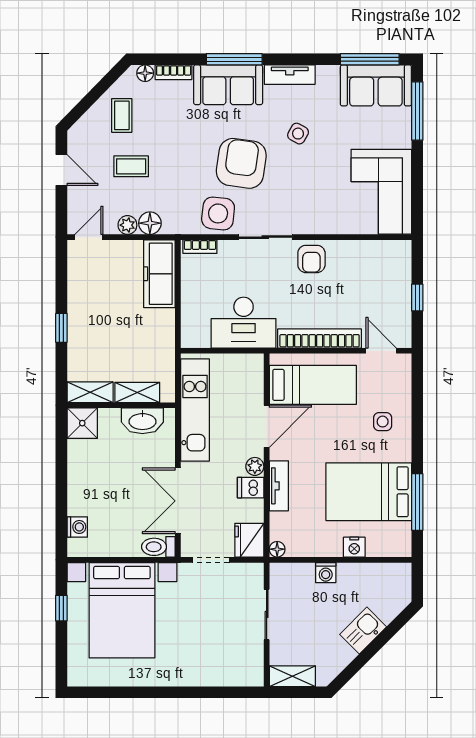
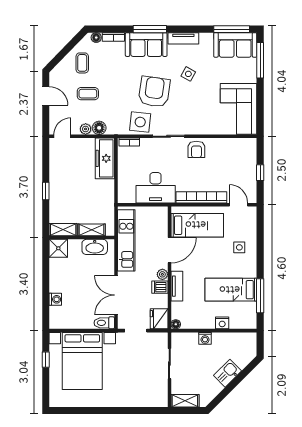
bed: (369, 492) -> (231, 290), width x0.67
washing machine: (77, 527) -> (55, 299), moved

